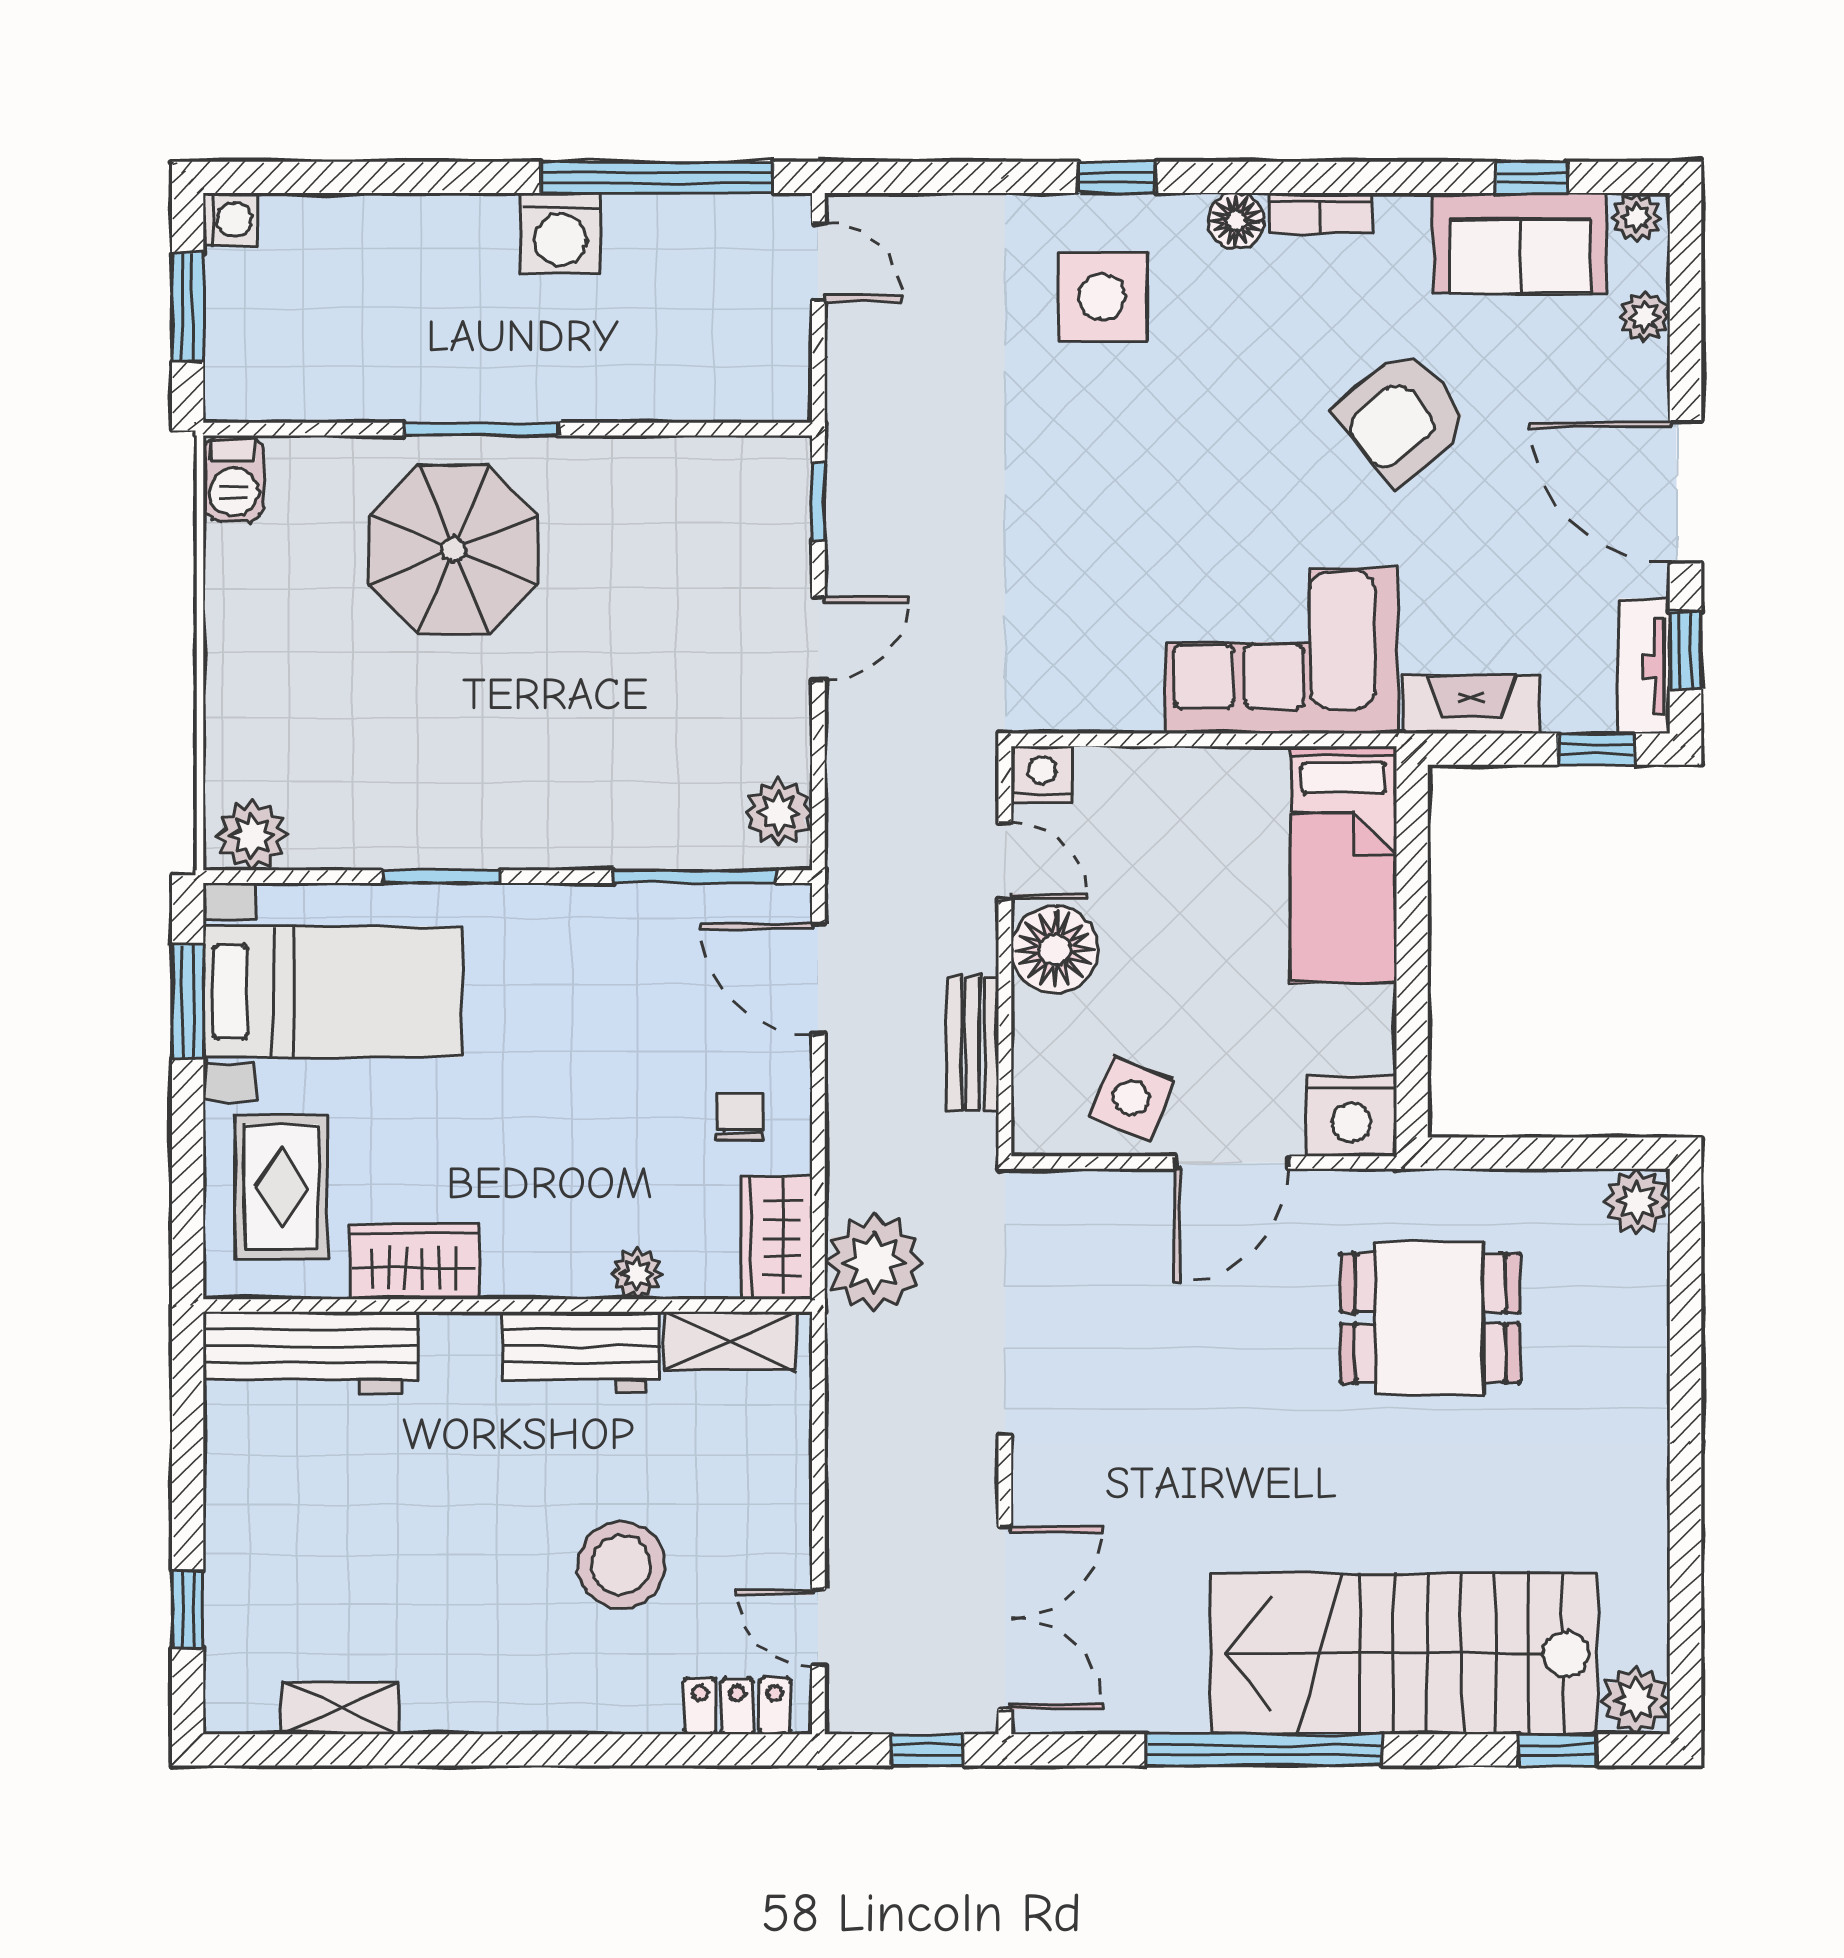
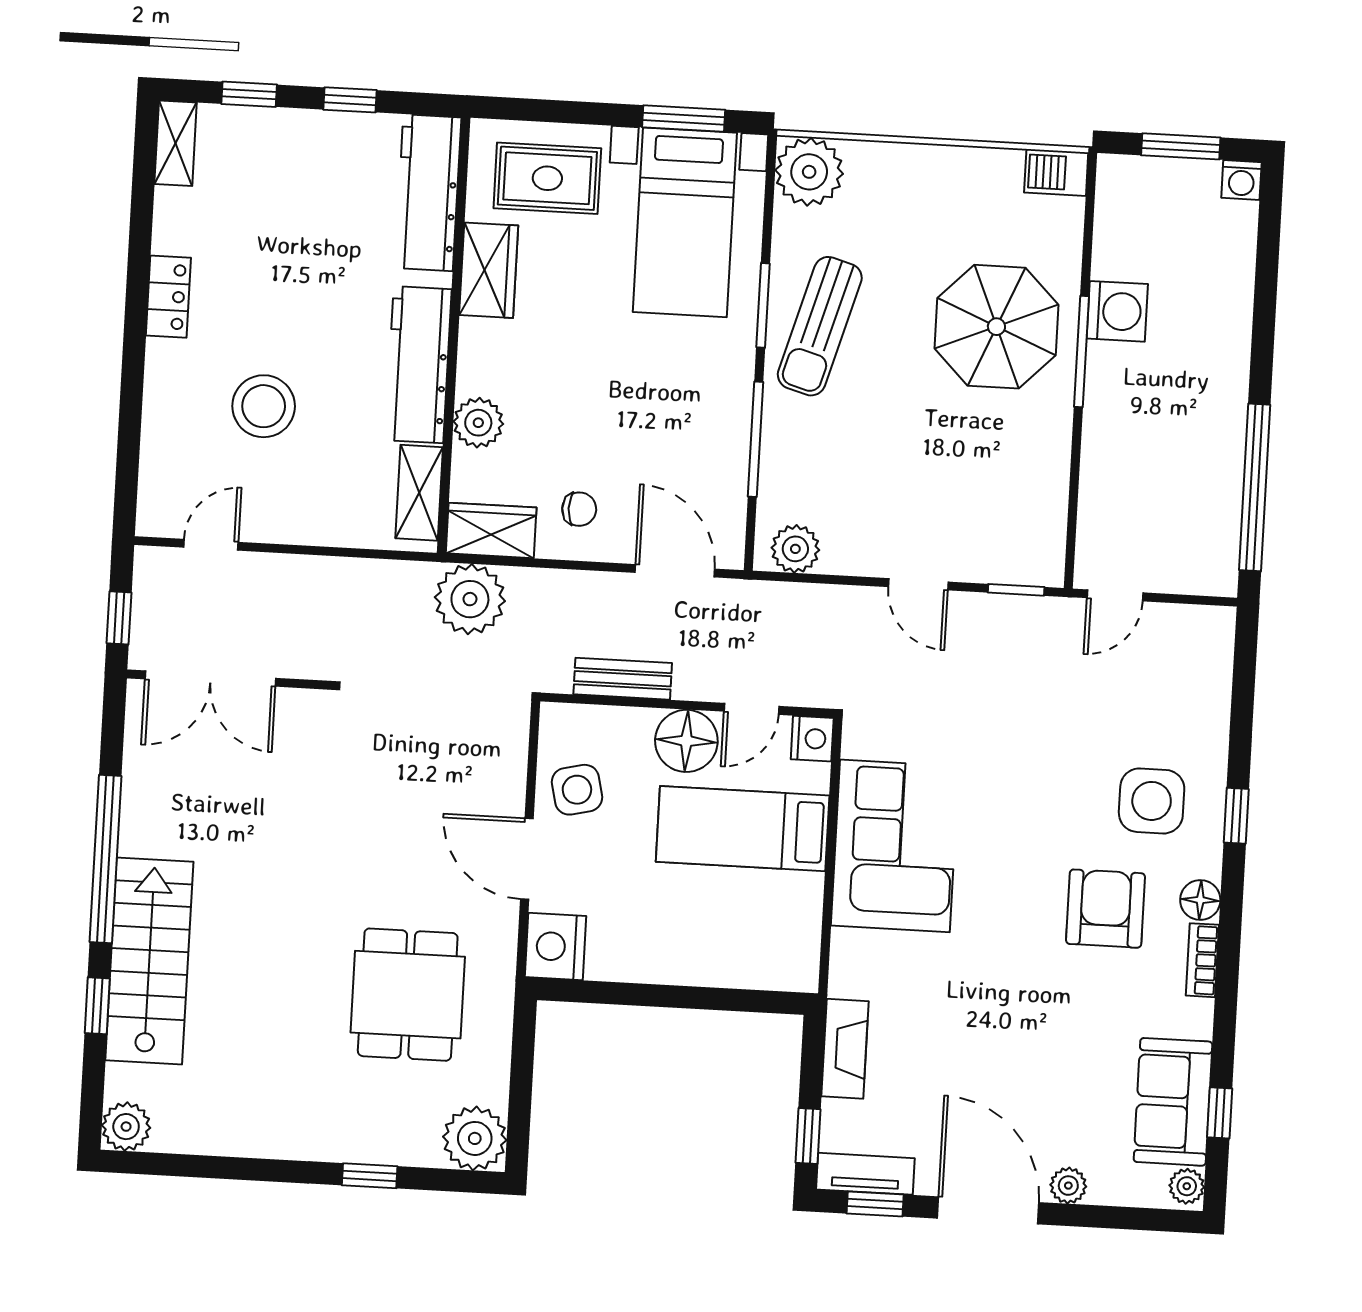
washing machine: (561, 233) -> (1117, 311), moved, turned 180
door: (818, 262) -> (1115, 595), moved
plant: (1645, 317) -> (1068, 1186), moved
armchair: (1403, 417) -> (1105, 909), moved, turned 40
door: (1686, 492) -> (988, 1210), hinge flipped
corner sofa: (1282, 651) -> (895, 846), moved
sun lounger: (466, 796) -> (820, 326), added
plant: (252, 835) -> (809, 172), width x1.36, depth x1.36
bed: (1343, 864) -> (743, 829), moved
window: (695, 877) -> (756, 439), moved
door: (818, 979) -> (675, 571), hinge flipped
side table: (1131, 1098) -> (577, 790), turned -35
plant: (1637, 1201) -> (475, 1138), width x1.36, depth x1.36
plant: (637, 1274) -> (478, 423), width x1.38, depth x1.38
workbench: (581, 1352) -> (418, 365), width x1.38
window: (1686, 1357) -> (370, 1176), added
window: (188, 1468) -> (350, 100), added
stairs: (1403, 1654) -> (149, 961), width x0.73, depth x0.66
locker: (737, 1706) -> (168, 297), moved
shelving: (340, 1708) -> (176, 143), moved
window: (1558, 1750) -> (97, 1006), moved

